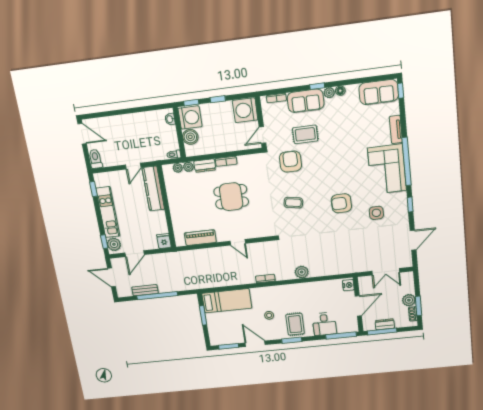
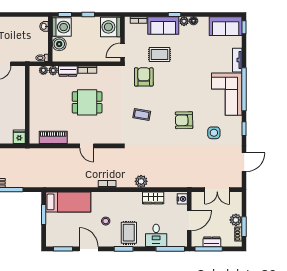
kitchen counter: (153, 189) -> (18, 86), removed
wardrobe: (317, 287) -> (153, 198), added

